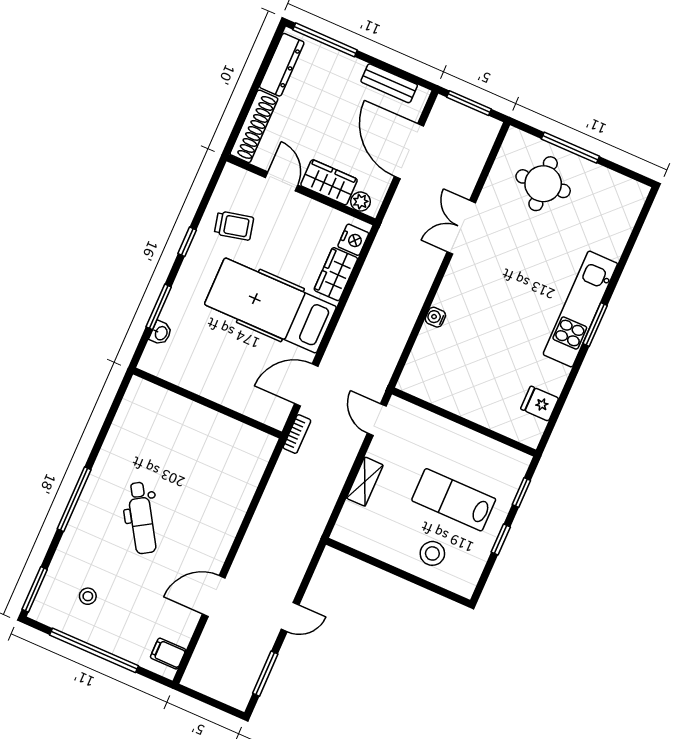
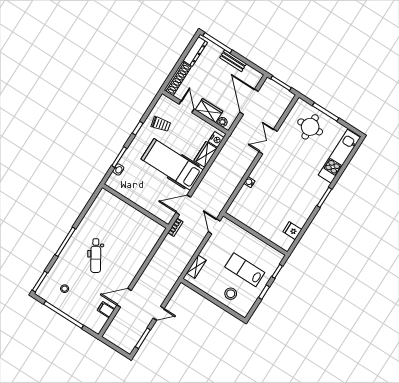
bench: (389, 83) -> (233, 61), moved
kitchen unit: (580, 309) -> (339, 156), moved
shelving: (365, 482) -> (196, 267), moved
filing cabinet: (168, 654) -> (106, 310), moved

